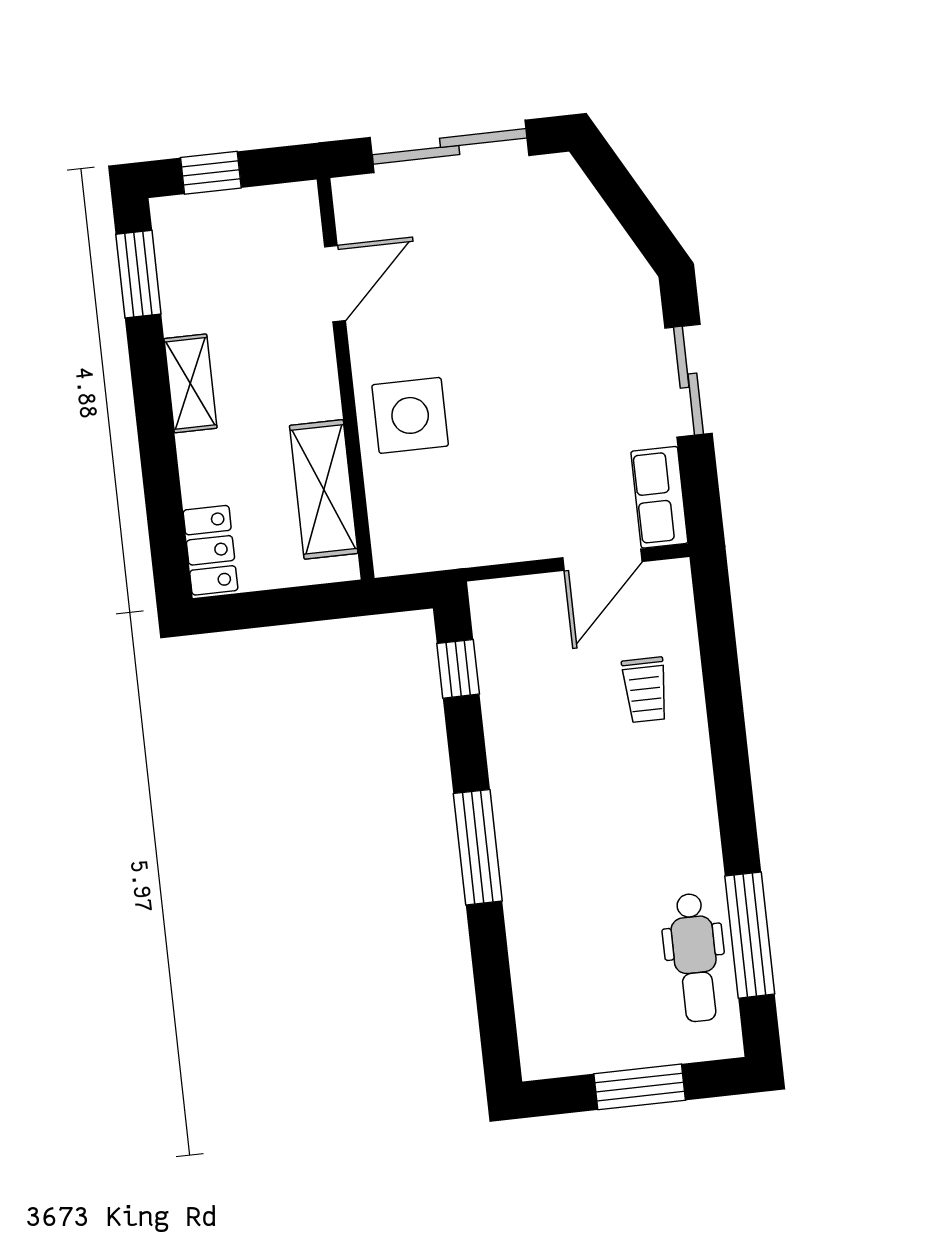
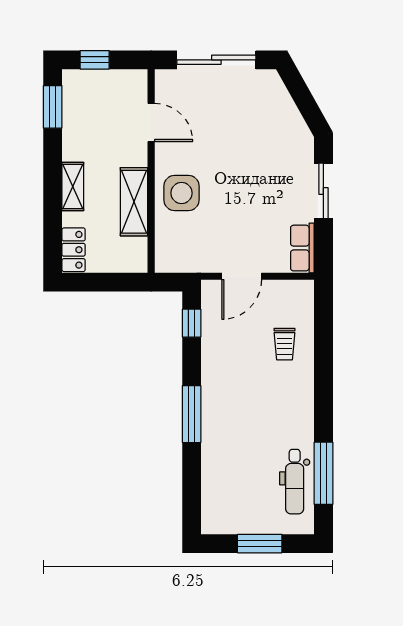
door: (335, 284) -> (151, 122), hinge flipped
shelving: (190, 383) -> (73, 186), moved
shelving: (324, 489) -> (134, 202), moved
door: (602, 560) -> (242, 276), moved

